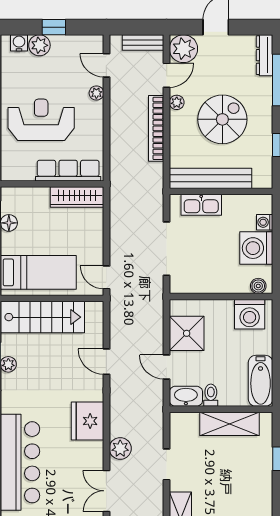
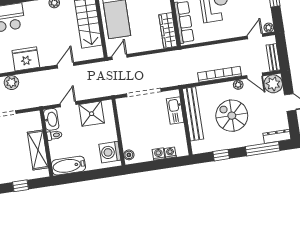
plant: (96, 93) -> (269, 28), moved
spiral stairs: (222, 119) -> (232, 116), turned 180
washing machine: (256, 248) -> (159, 154), width x0.53, depth x0.53

